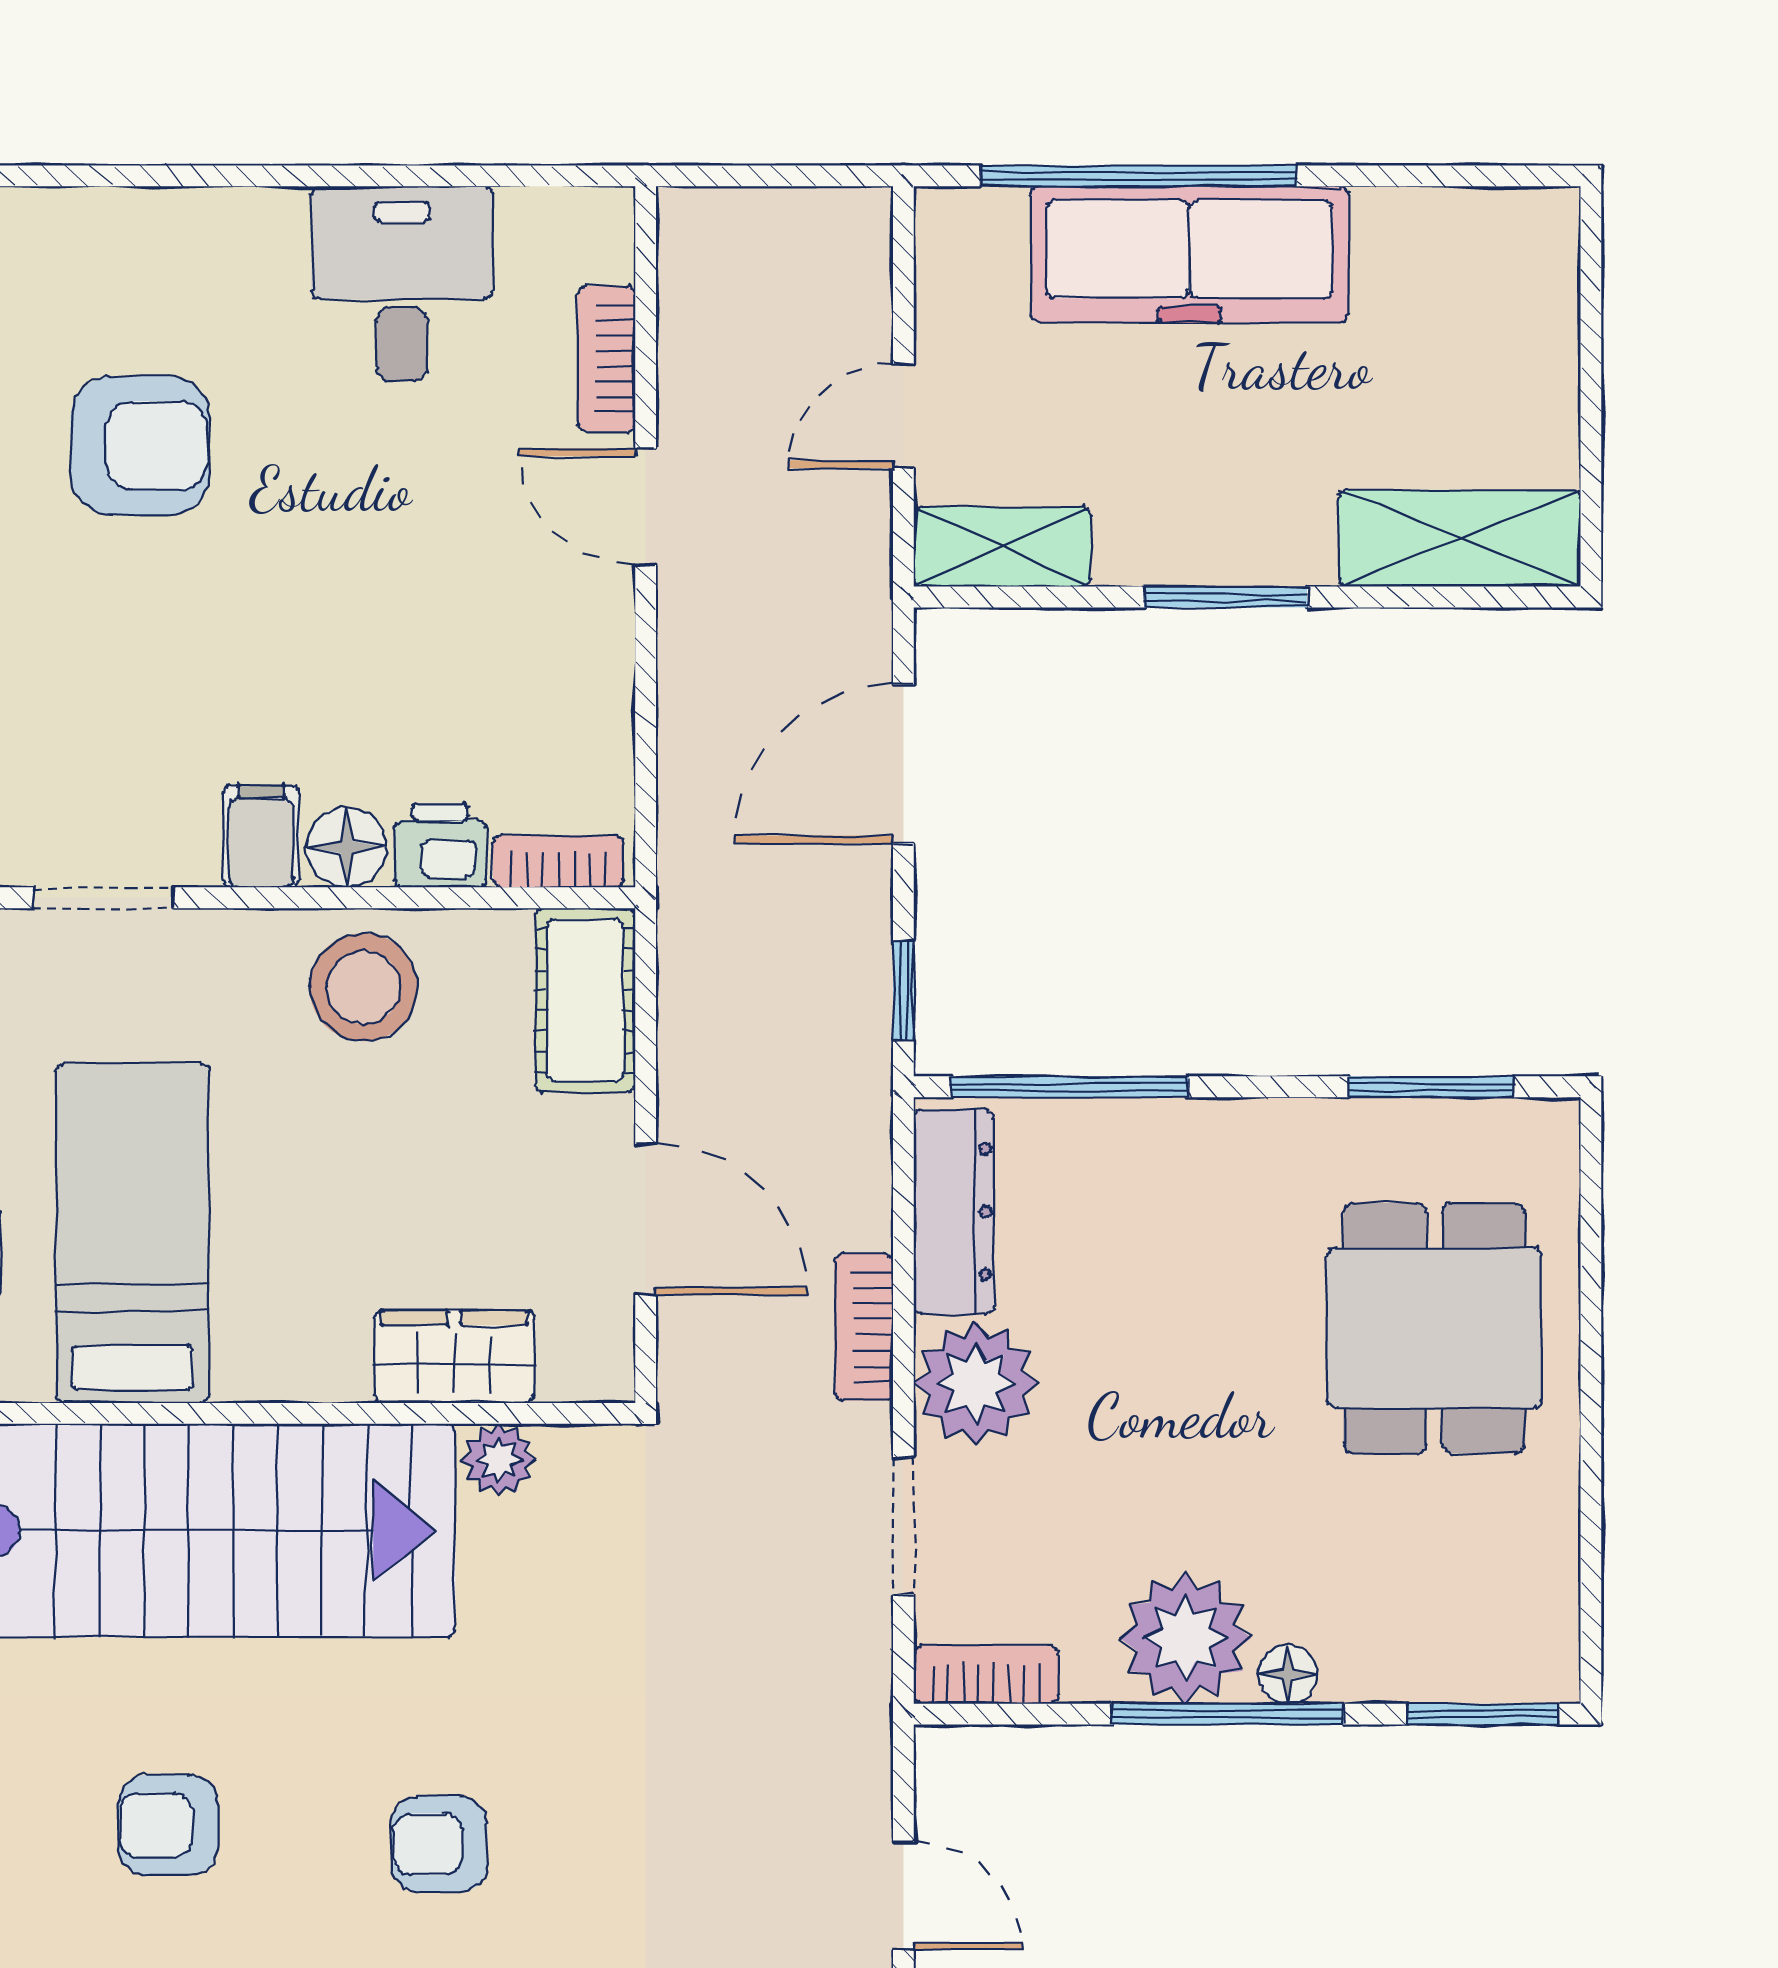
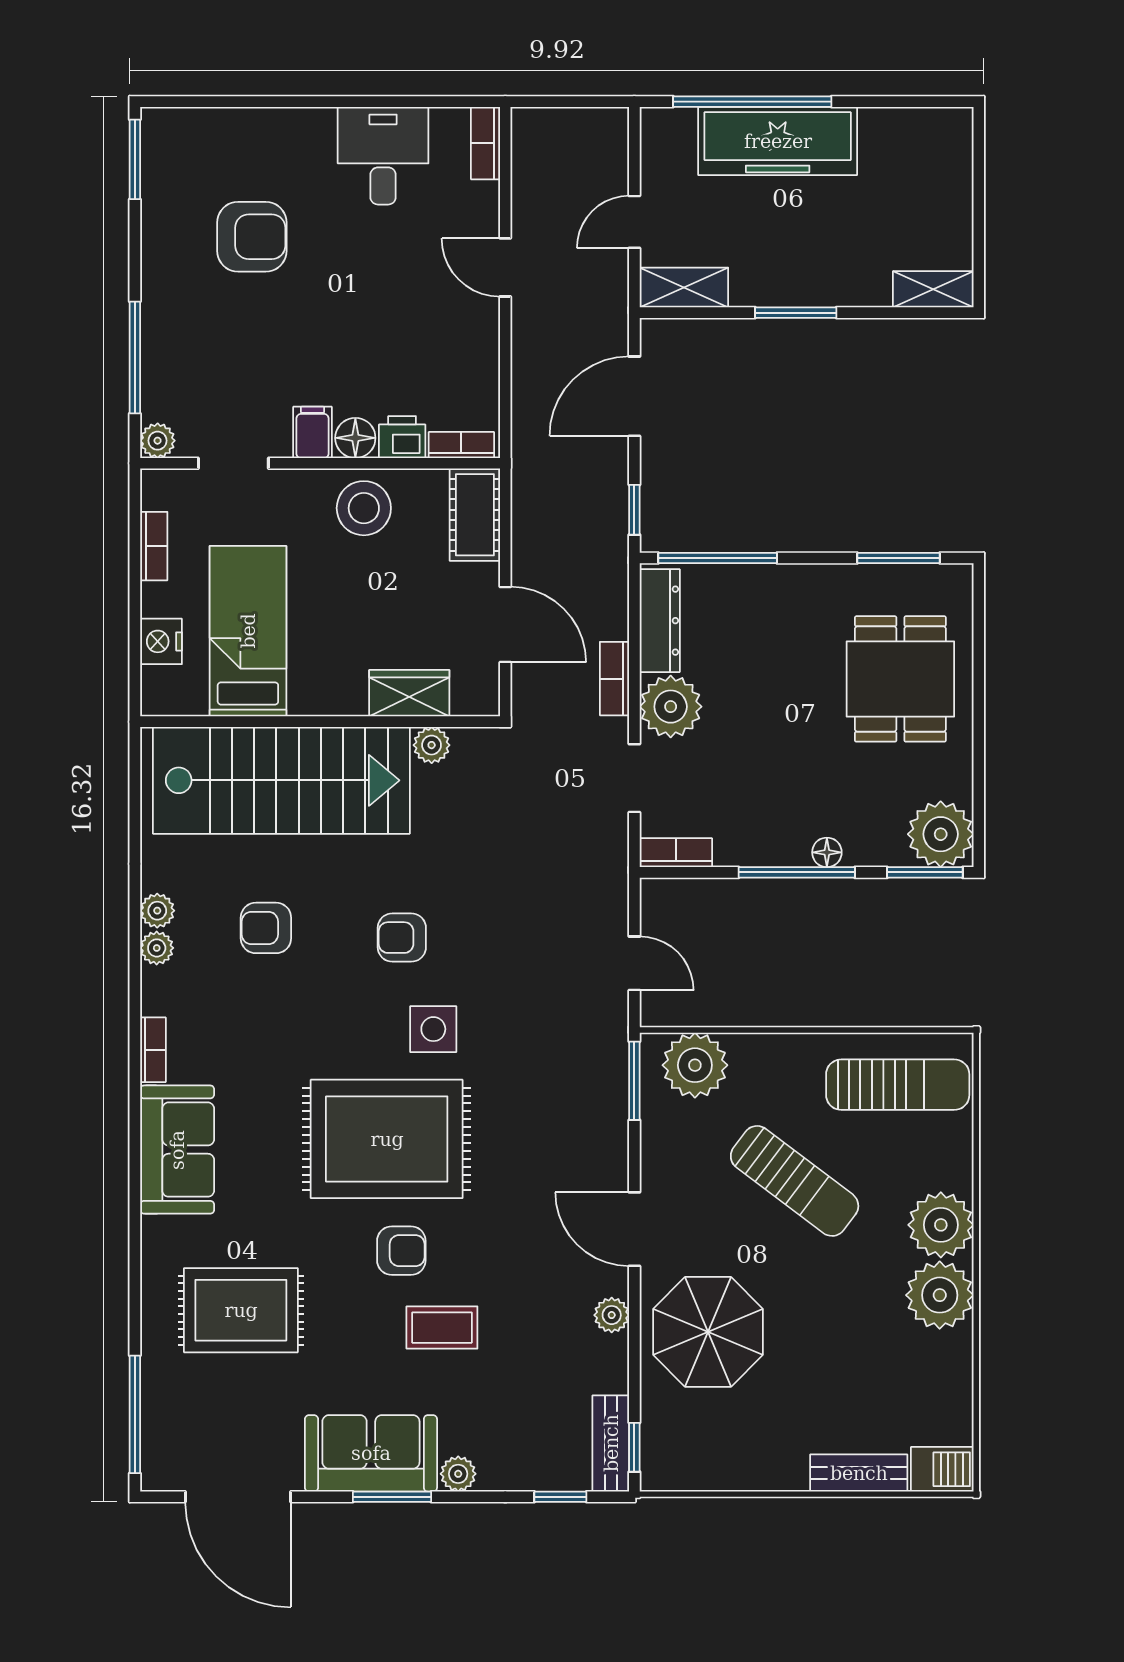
bookcase: (606, 359) -> (485, 143), moved
shelving: (1460, 538) -> (933, 289), width x0.67, depth x0.75
plant: (1186, 1638) -> (941, 834), moved

